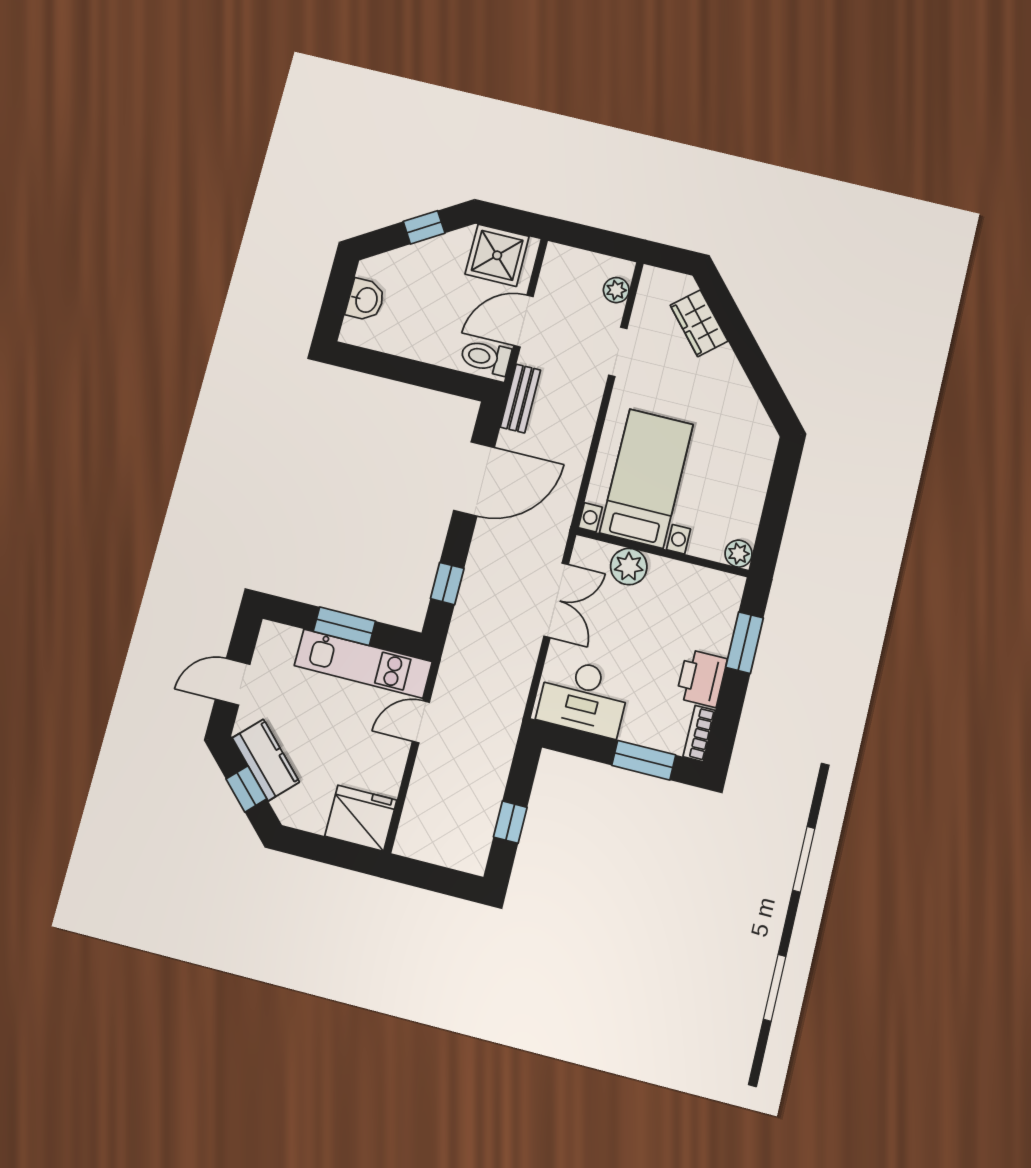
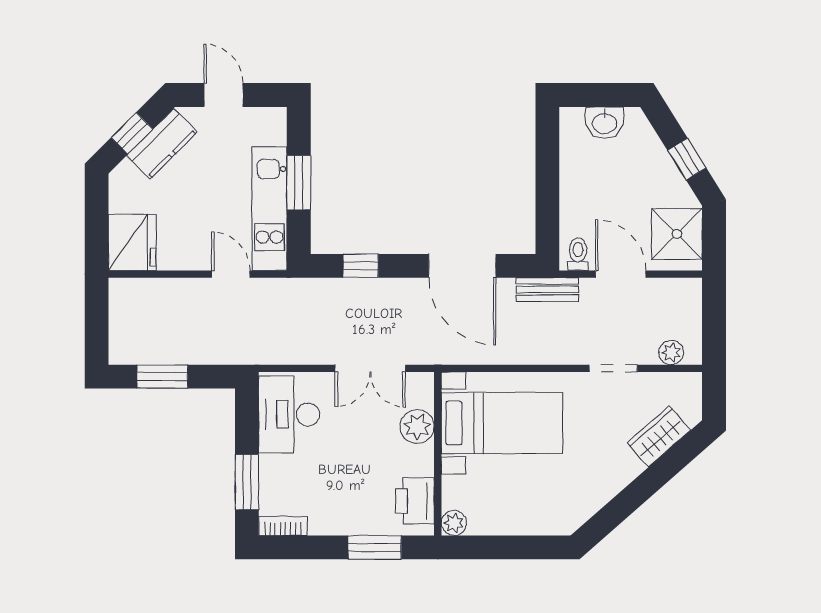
toilet: (486, 357) -> (578, 254), width x0.73, depth x0.72
printer: (702, 678) -> (415, 501), moved, turned -90
window: (510, 822) -> (162, 377), width x1.50

